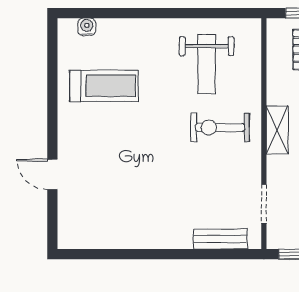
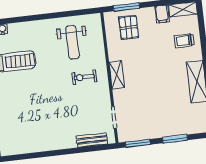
exercise bike: (220, 127) -> (84, 77), width x0.73, depth x0.72

